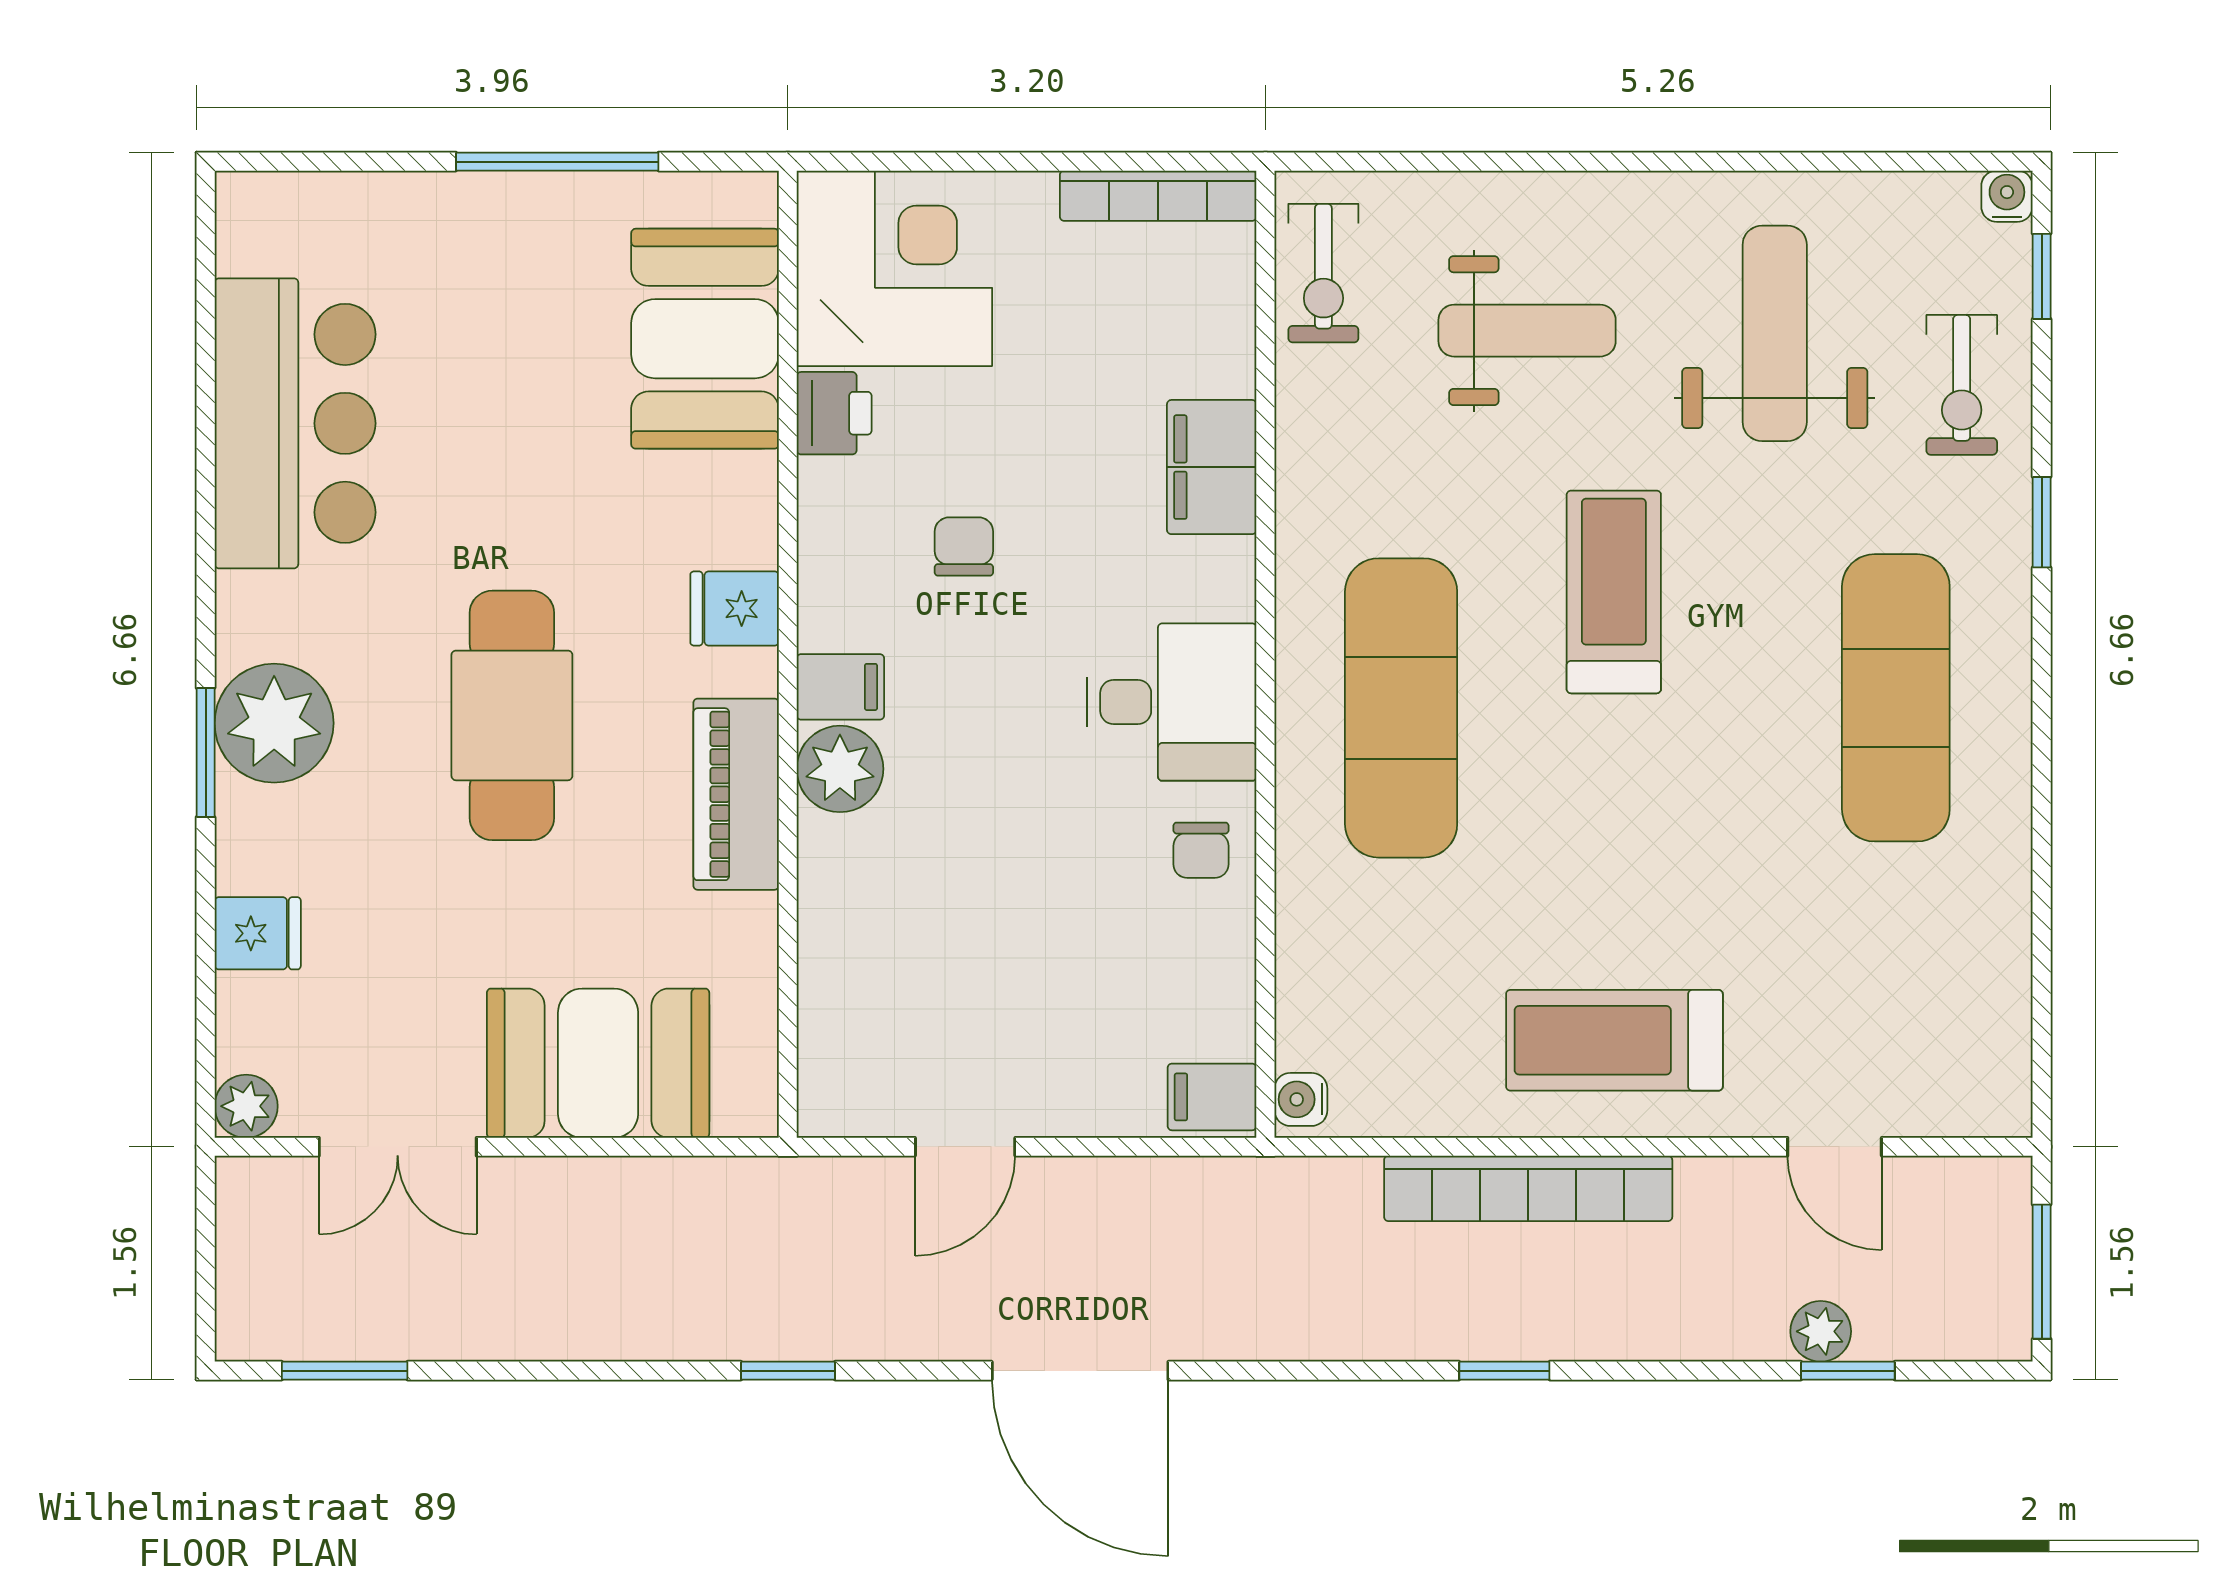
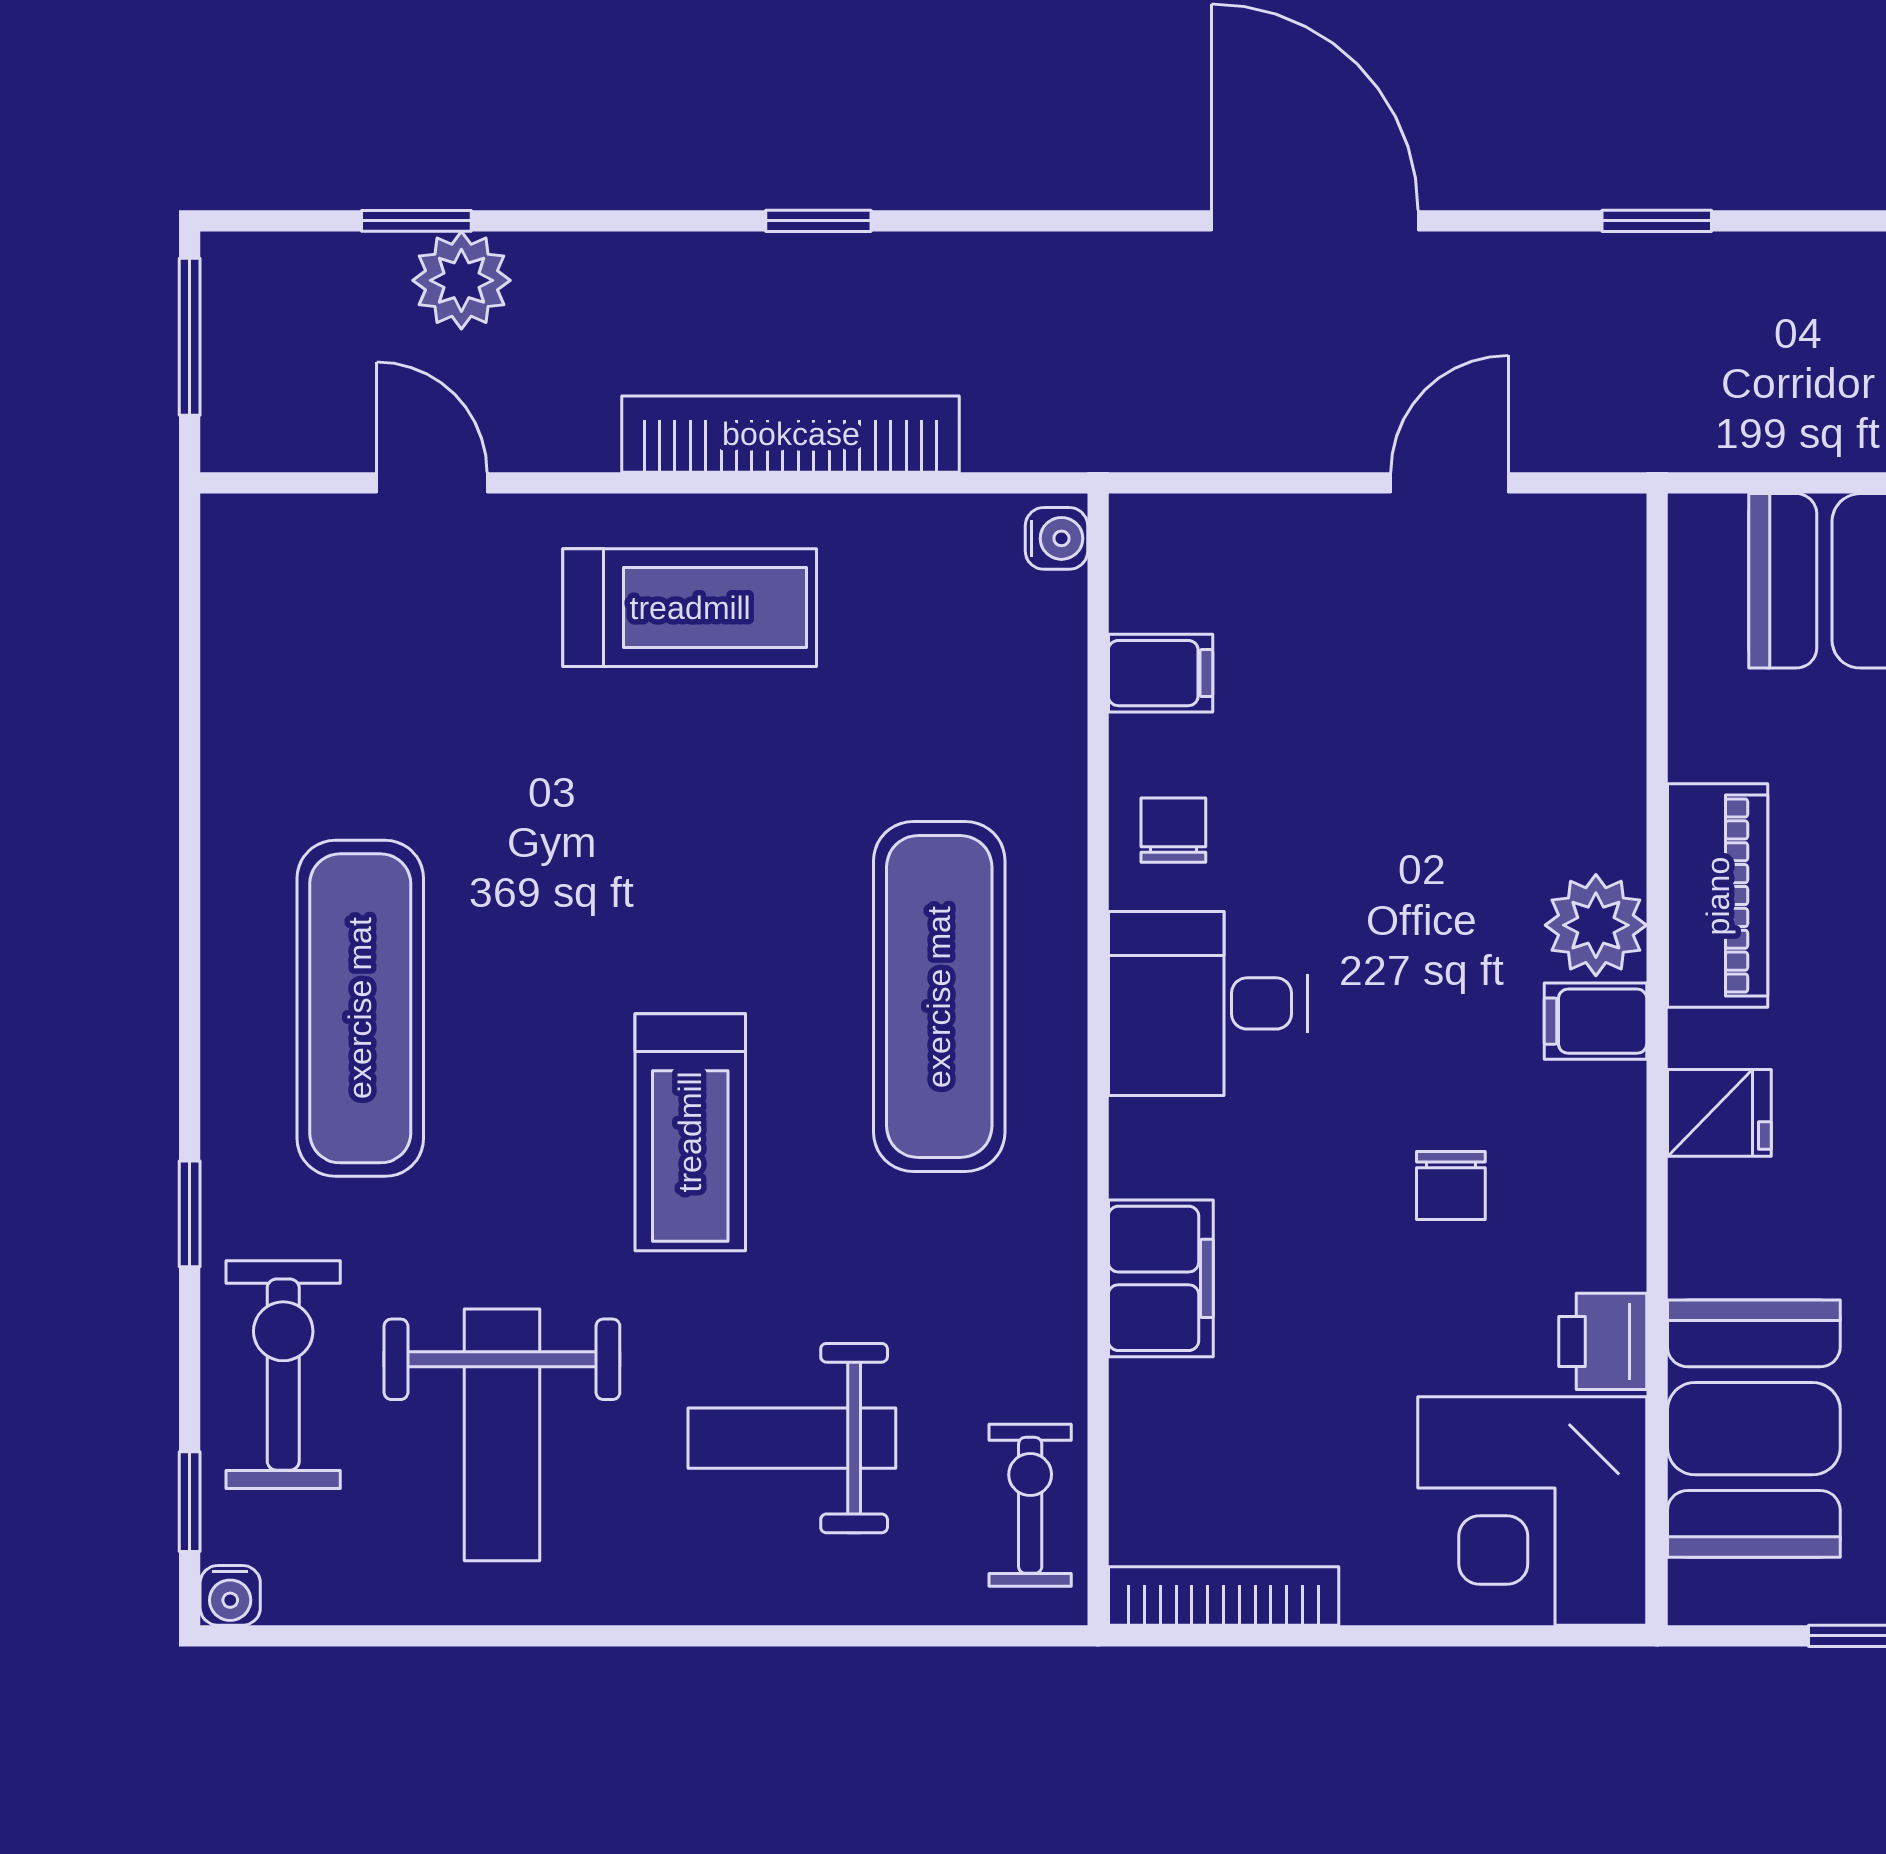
exercise bike: (1962, 385) -> (283, 1375), width x1.38, depth x1.39
filing cabinet: (1212, 1097) -> (1161, 673), moved
plant: (1821, 1331) -> (461, 280), width x1.38, depth x1.38

